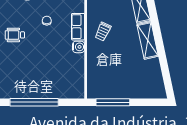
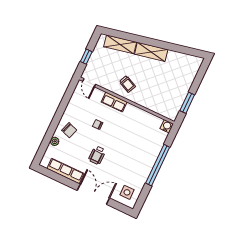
water cooler: (79, 47) -> (167, 126), moved
window: (113, 102) -> (187, 103), width x0.69

